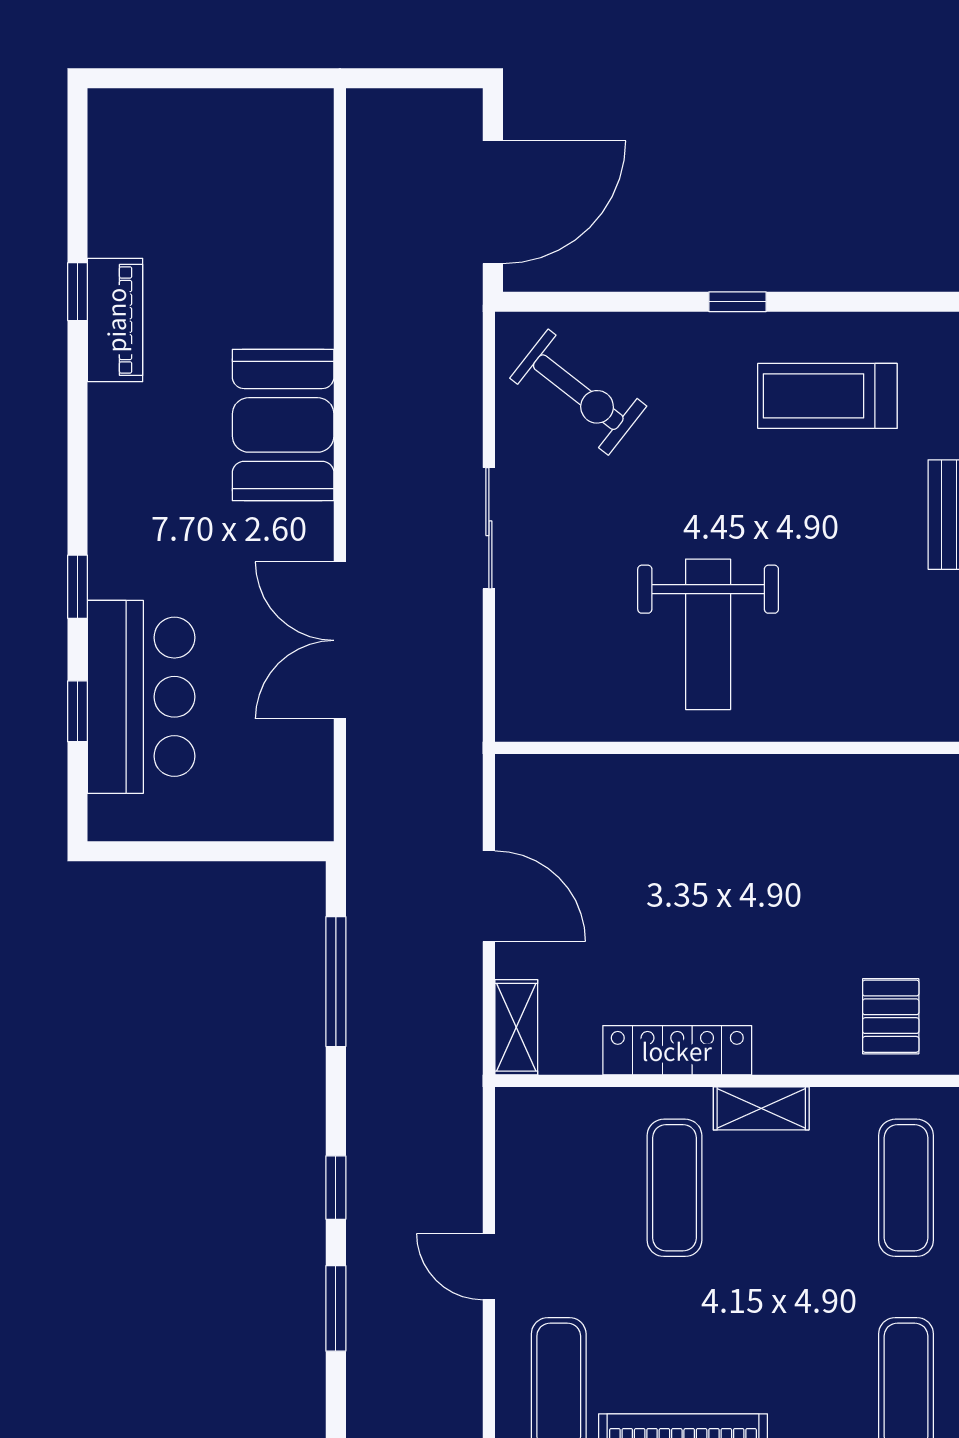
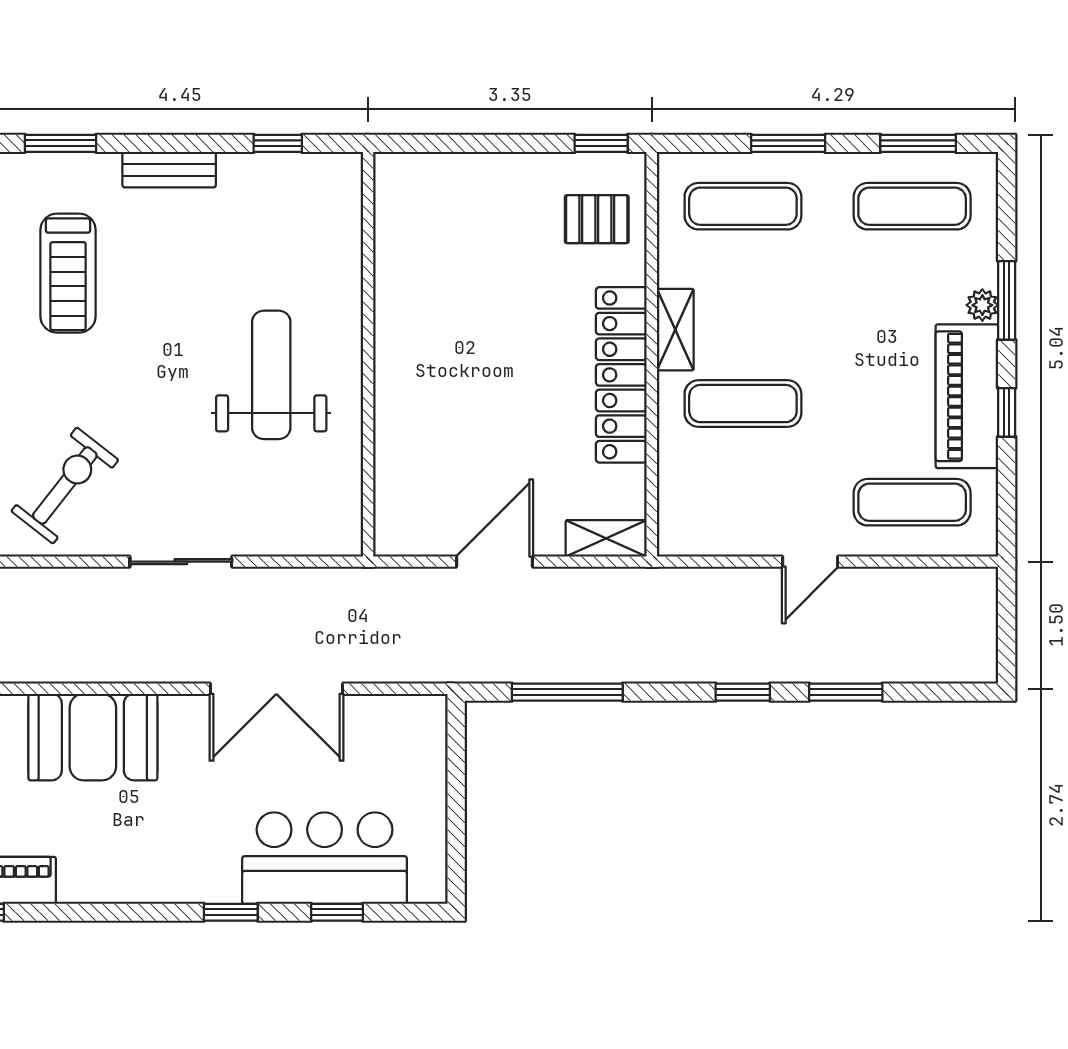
weight bench: (708, 634) -> (271, 375), turned -90
locker: (677, 1050) -> (621, 375), width x1.41, depth x1.21

